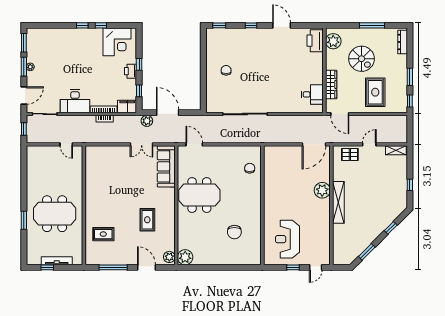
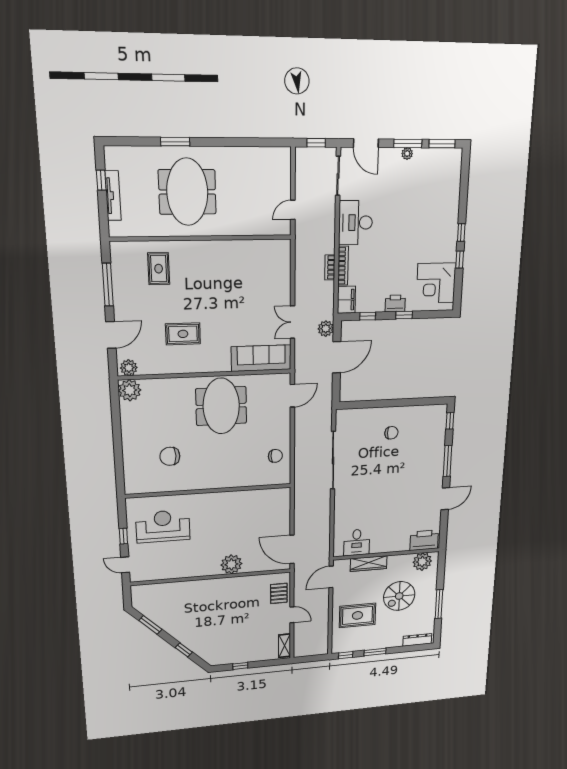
window: (251, 25) -> (448, 461), width x2.17
chair: (250, 168) -> (275, 456), moved
shelving: (338, 202) -> (216, 585), removed

